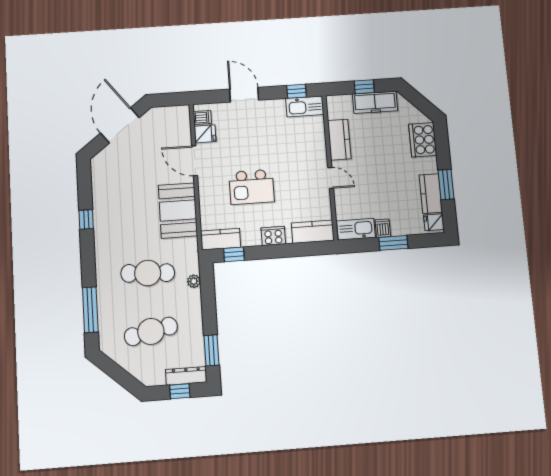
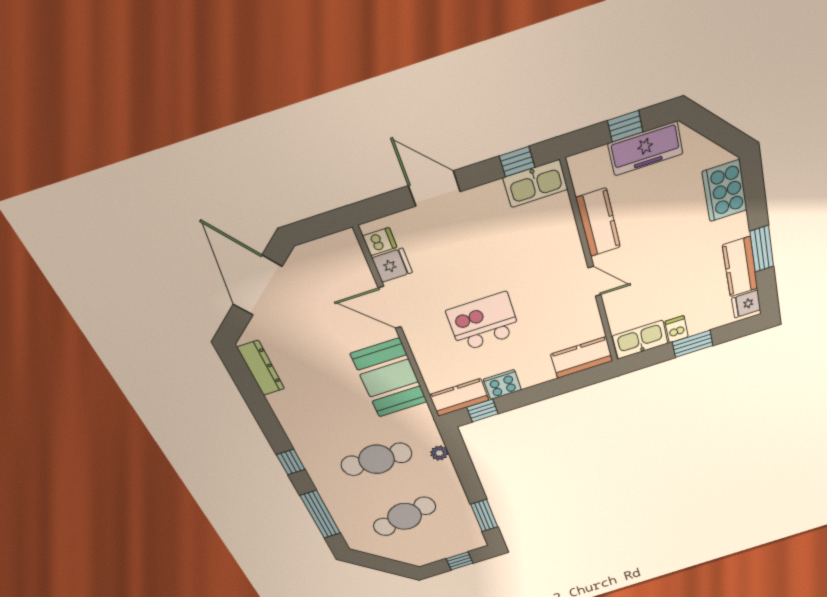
kitchen island: (252, 187) -> (483, 322), turned 180
window: (86, 219) -> (291, 462), moved
cooker: (273, 236) -> (502, 385), moved
dresser: (186, 376) -> (261, 368), moved, turned 90

